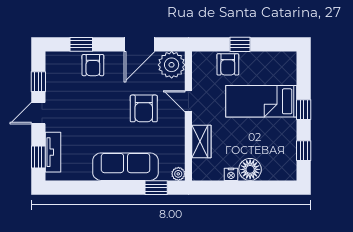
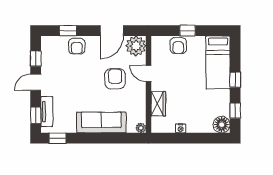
bed: (261, 101) -> (218, 62), moved, turned -90
armchair: (144, 108) -> (115, 79), turned 180
floor lamp: (250, 169) -> (222, 125), moved
window: (156, 188) -> (58, 138), moved

